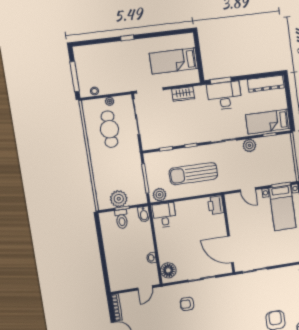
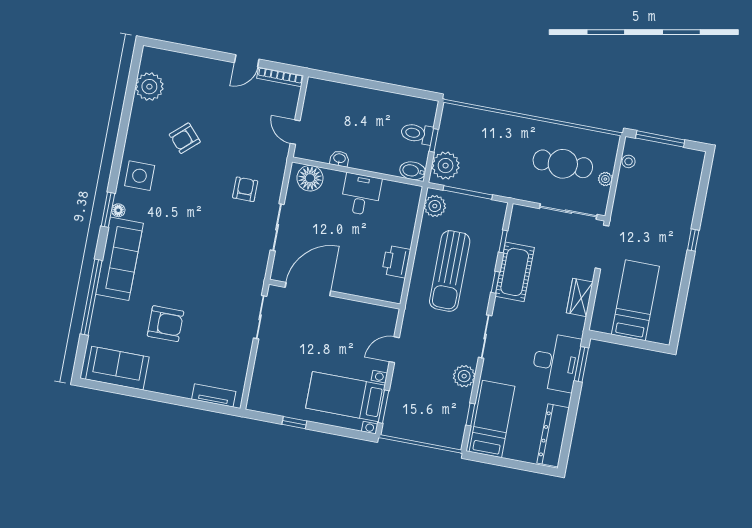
cot: (181, 136) -> (515, 272), added
sun lounger: (193, 174) -> (450, 271), turned 180
plant: (119, 199) -> (446, 166), moved
printer: (216, 205) -> (396, 262), moved, turned -90
desk: (164, 215) -> (361, 194), moved, turned -90

